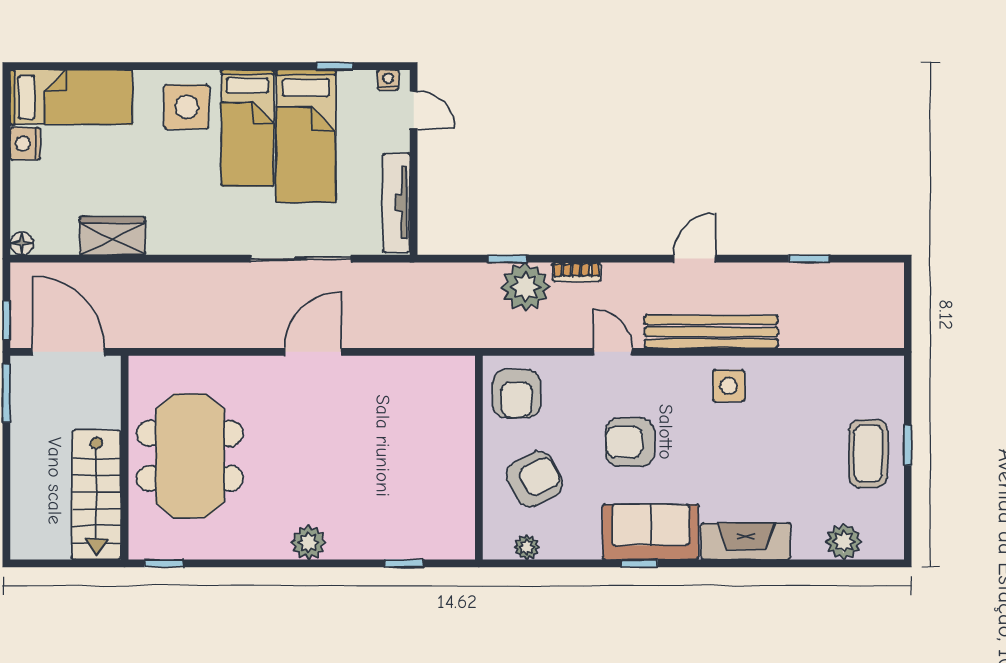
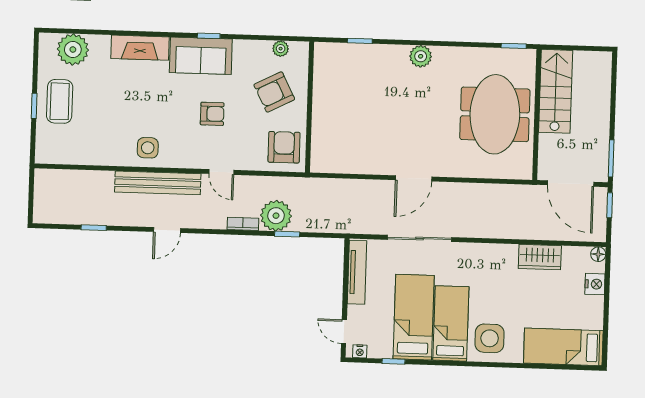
nightstand: (25, 144) -> (595, 284), moved
armchair: (630, 442) -> (212, 114), width x0.72, depth x0.72
plant: (844, 542) -> (73, 50), width x1.36, depth x1.36

